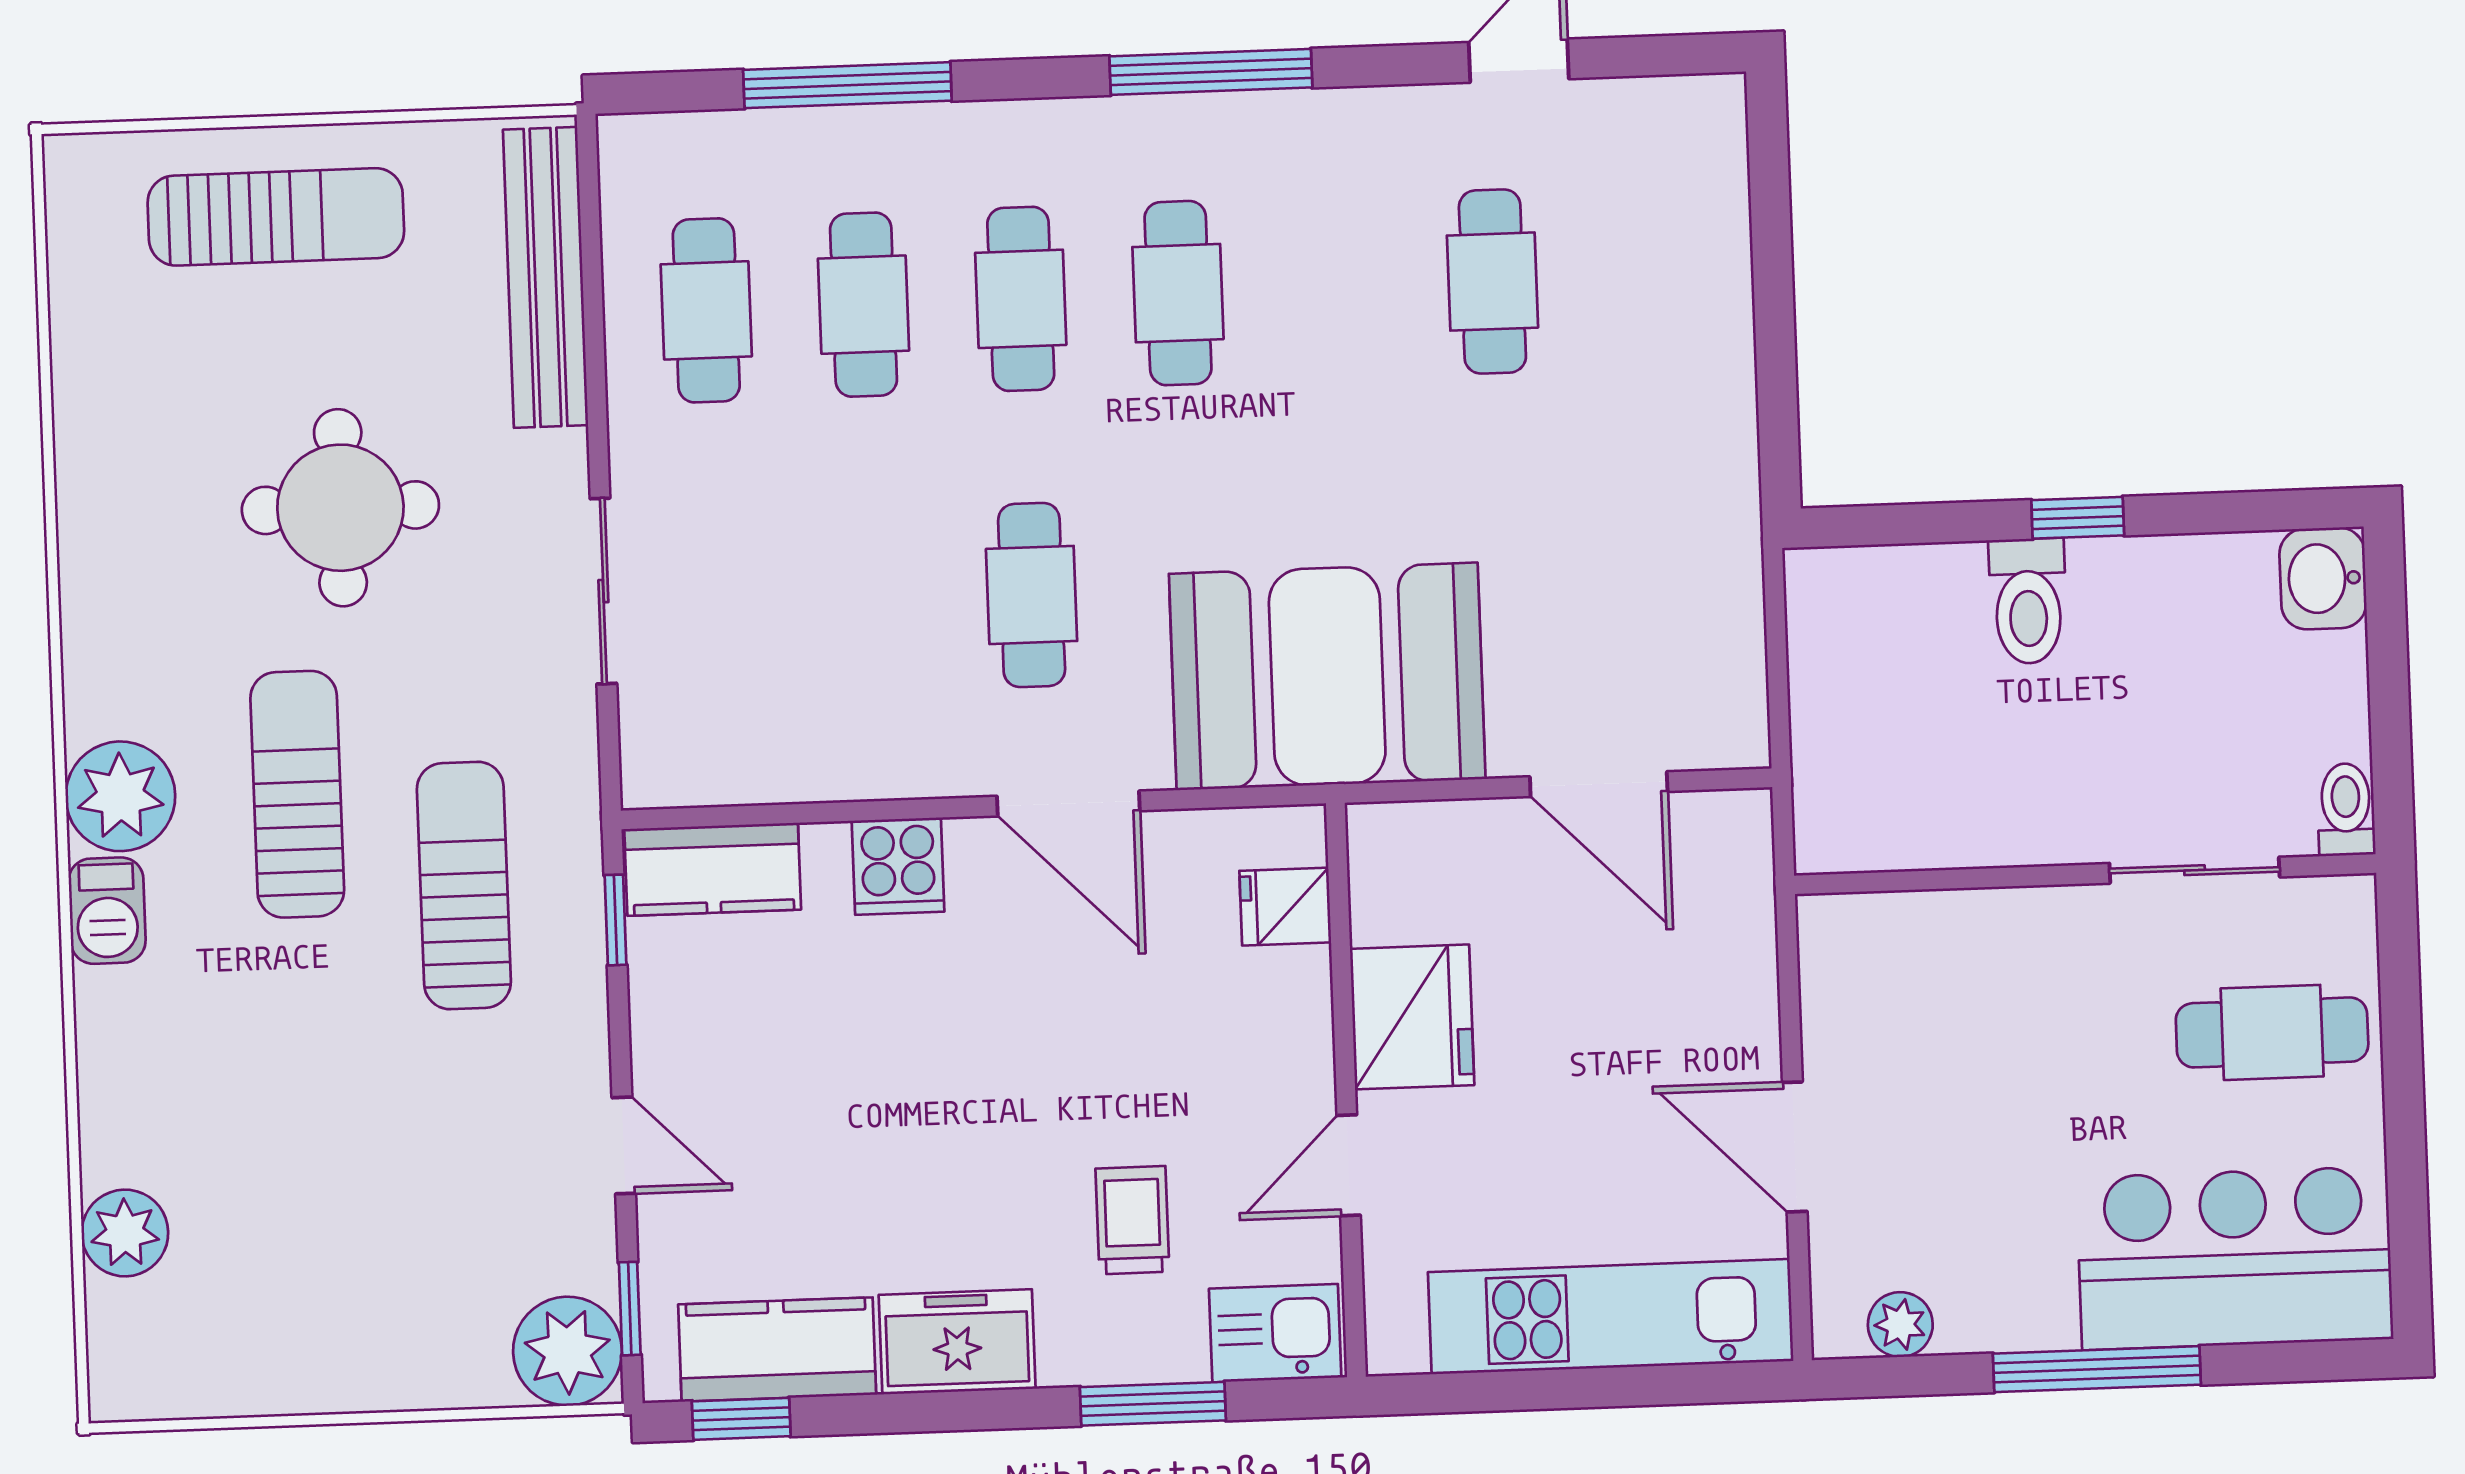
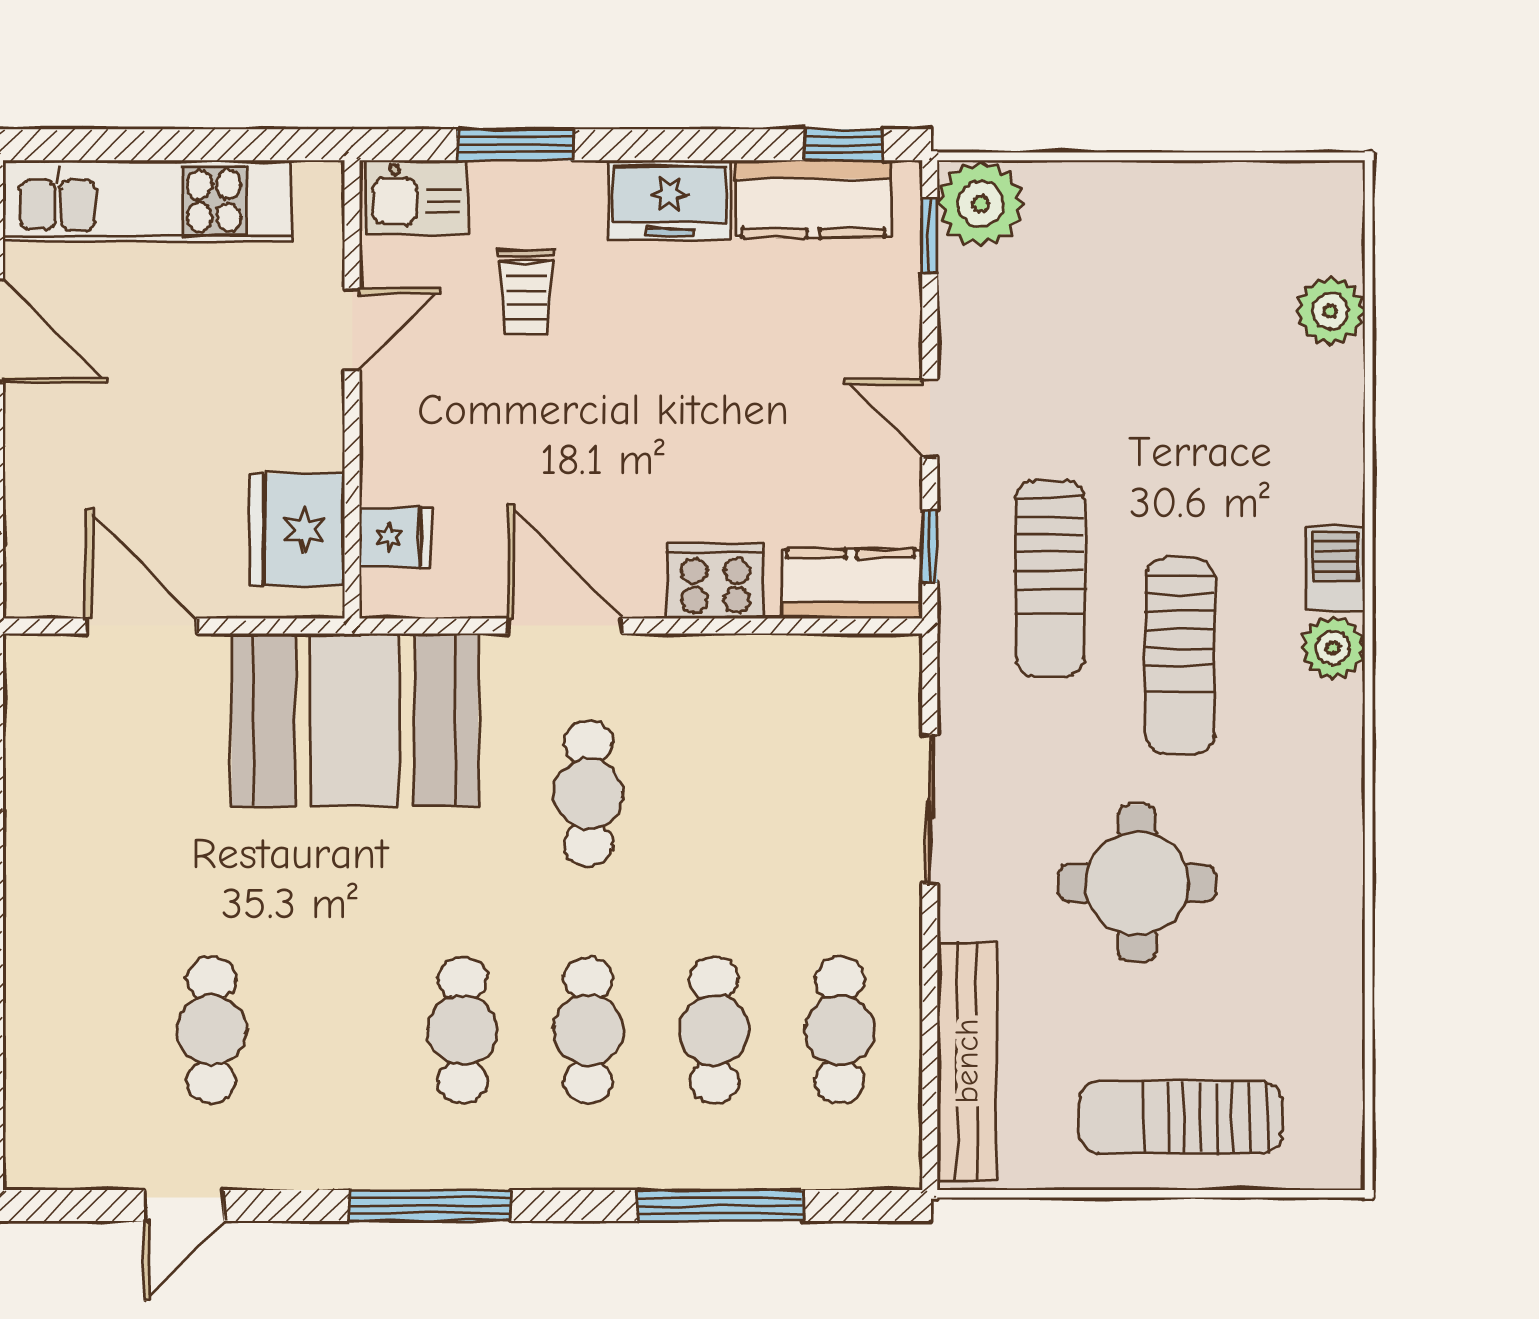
plant: (120, 796) -> (1333, 648), width x0.73, depth x0.73
cooker: (898, 866) -> (716, 581), width x1.36
fridge: (1412, 1017) -> (297, 530), moved
door: (624, 1145) -> (930, 418), moved

